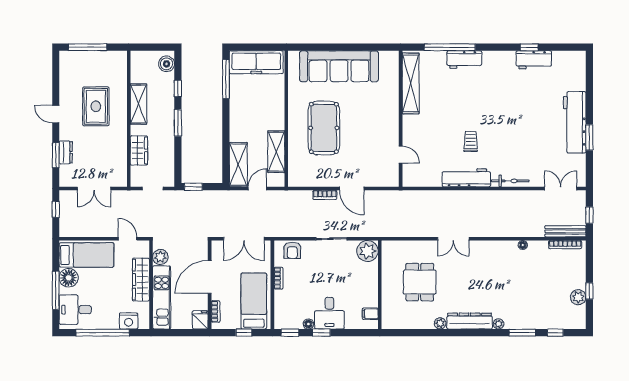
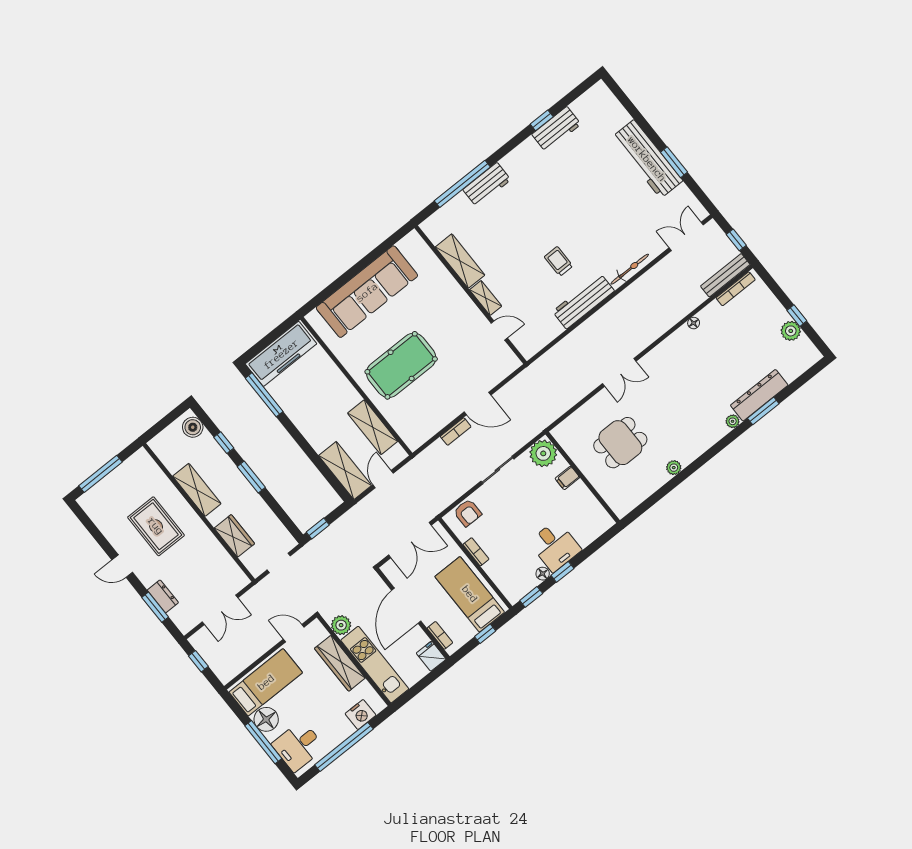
shelving: (411, 83) -> (460, 261), width x0.68
pool table: (324, 128) -> (401, 365), turned 90
shelving: (408, 128) -> (486, 298), added
dining table: (420, 282) -> (620, 443), turned 90
filing cabinet: (370, 314) -> (567, 478), moved
dresser: (470, 321) -> (759, 395), moved
window: (555, 333) -> (796, 385), removed

